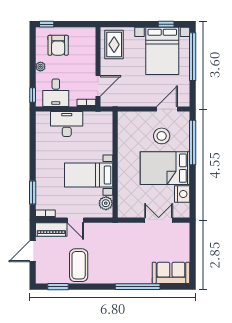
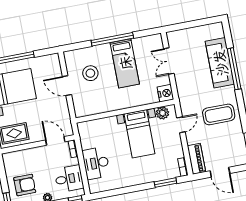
door: (167, 109) -> (67, 86), moved
window: (193, 142) -> (112, 39), moved
bed: (165, 168) -> (125, 63), width x0.67
nightstand: (182, 194) -> (165, 93), moved, turned 90
door: (75, 220) -> (181, 125), moved
coffee table: (79, 265) -> (219, 114), moved
sofa: (171, 273) -> (220, 63), moved, width x1.36

